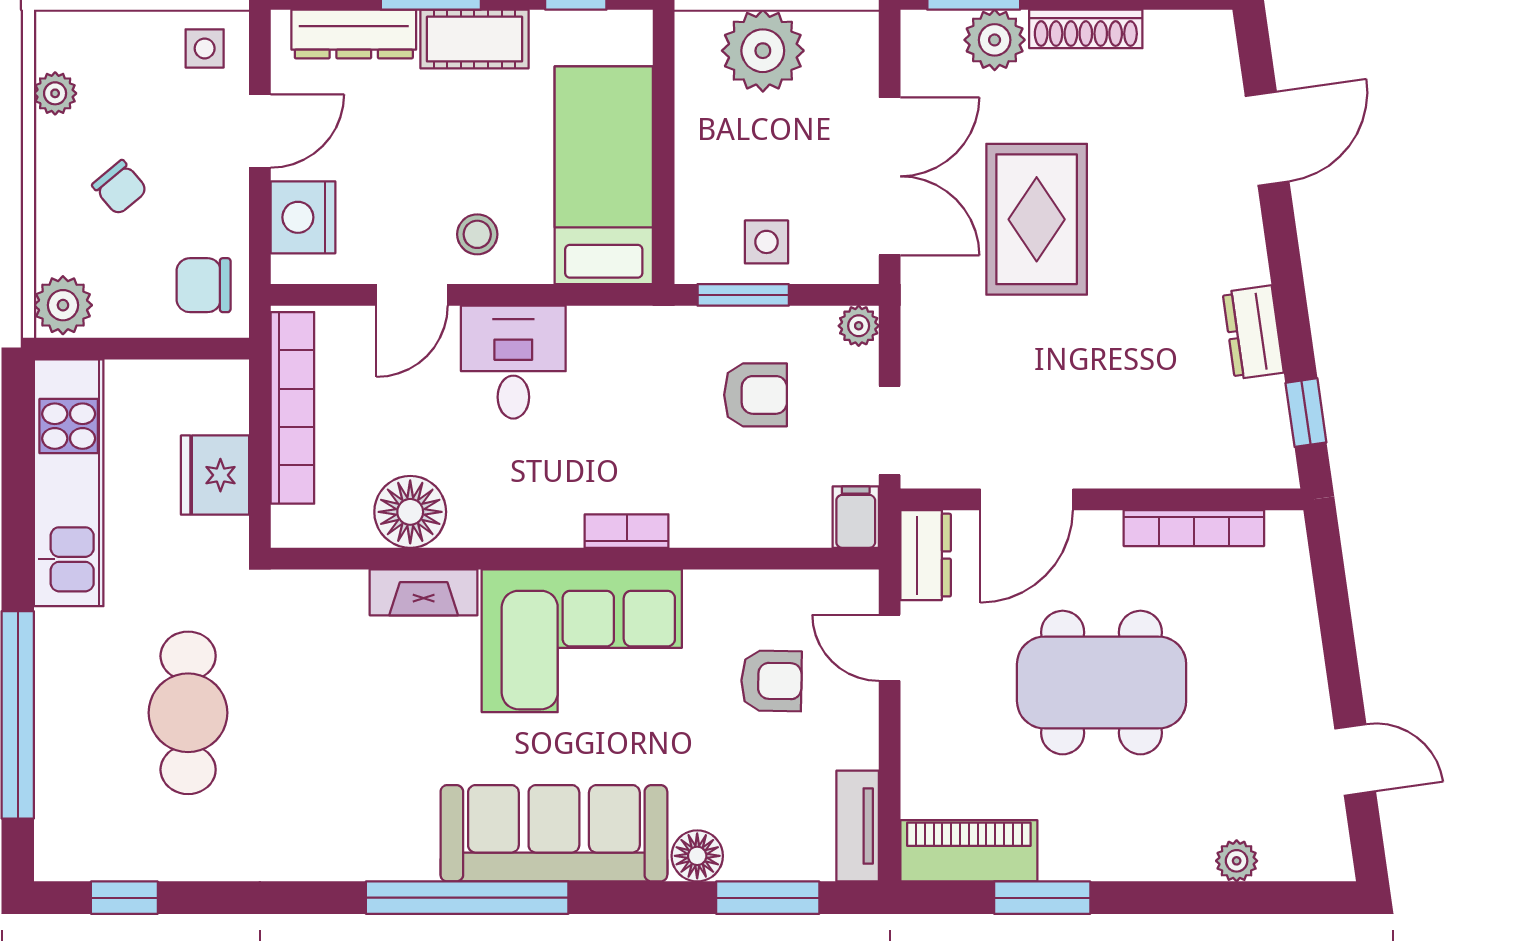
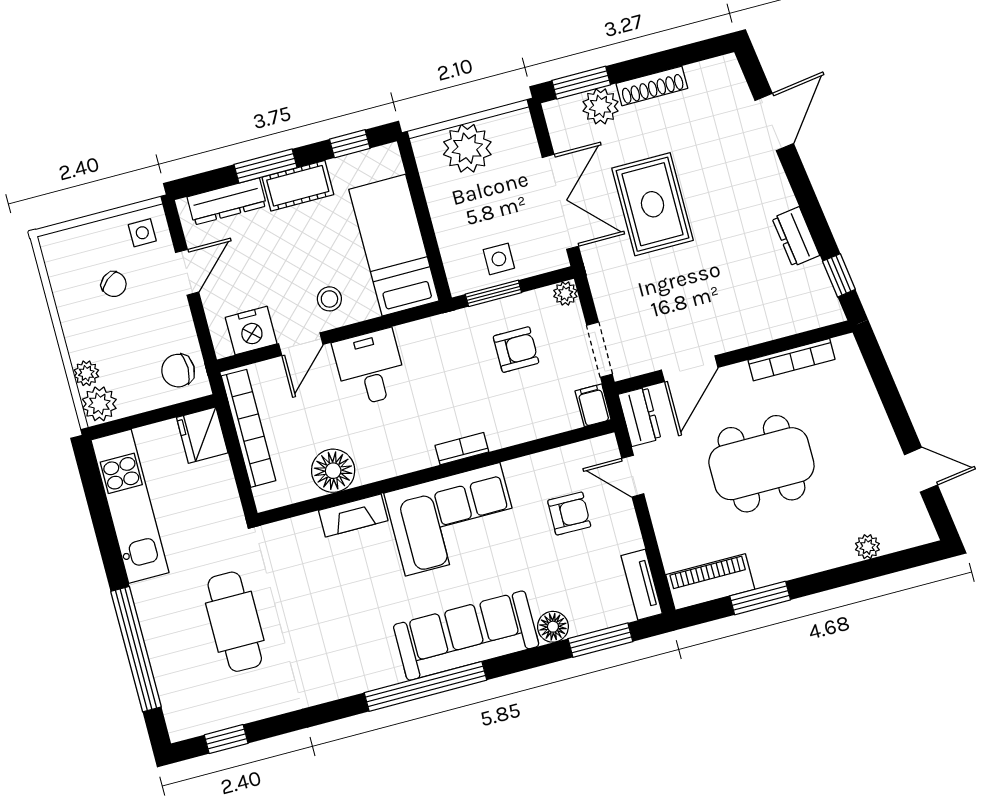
plant: (55, 93) -> (86, 373), moved
chair: (120, 188) -> (114, 284), moved
nightstand: (303, 217) -> (251, 331), moved, turned -90
fridge: (215, 475) -> (202, 435), moved

